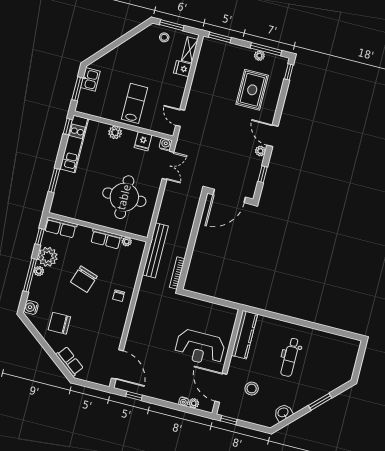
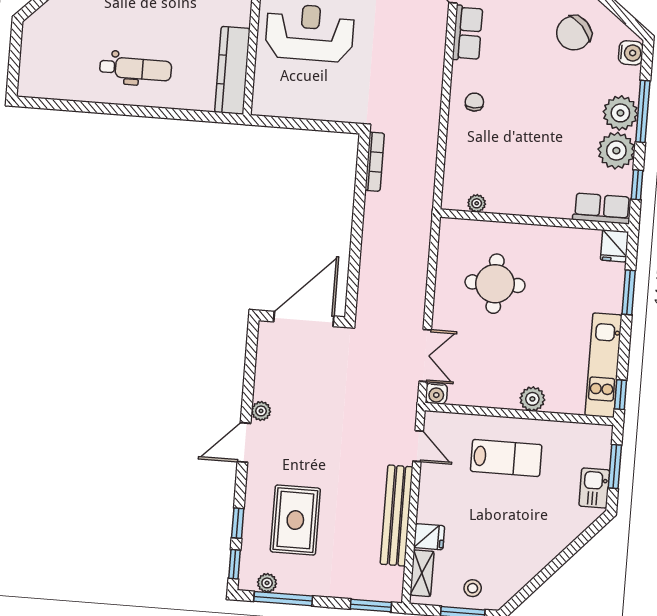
plant: (259, 56) -> (267, 583), moved
lab bench: (134, 103) -> (506, 458), turned -90
door: (272, 136) -> (244, 443), swing flipped
fridge: (143, 141) -> (614, 246), moved, turned 180
double door: (168, 165) -> (425, 356), swing flipped
window: (263, 174) -> (238, 523), moved
round table: (124, 197) -> (495, 284), width x0.73, depth x0.73
row of seats: (106, 239) -> (467, 33), moved, turned 90
bench: (155, 250) -> (397, 515), moved
plant: (39, 271) -> (620, 113), width x1.88, depth x1.88
chair: (84, 279) -> (543, 121), removed
chair: (59, 323) -> (574, 33), turned 137
dental chair: (290, 357) -> (136, 69), moved, turned 90

